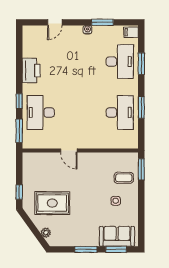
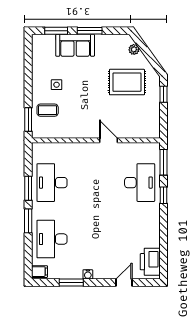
window: (141, 64) -> (28, 221), moved
printer: (31, 71) -> (150, 262), moved
sofa: (117, 236) -> (75, 45), moved

